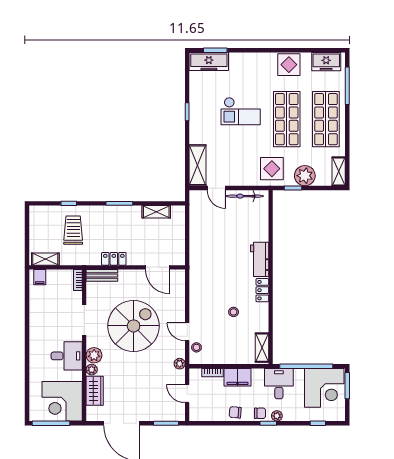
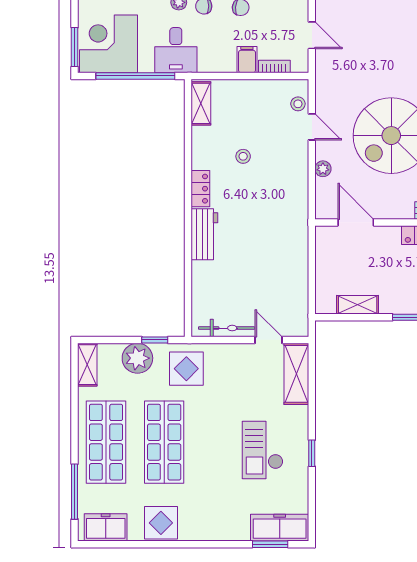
checkout: (241, 111) -> (263, 450), moved, turned -90
plant: (180, 364) -> (323, 169), moved
filing cabinet: (238, 377) -> (247, 60), width x0.50

